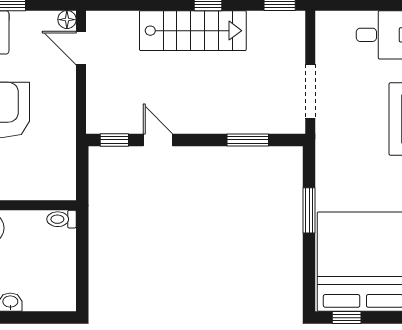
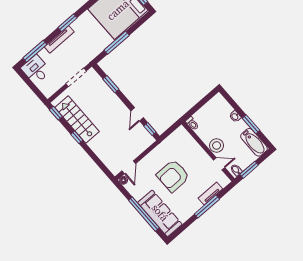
stairs: (193, 31) -> (77, 120), moved
window: (309, 210) -> (117, 43), width x1.44

